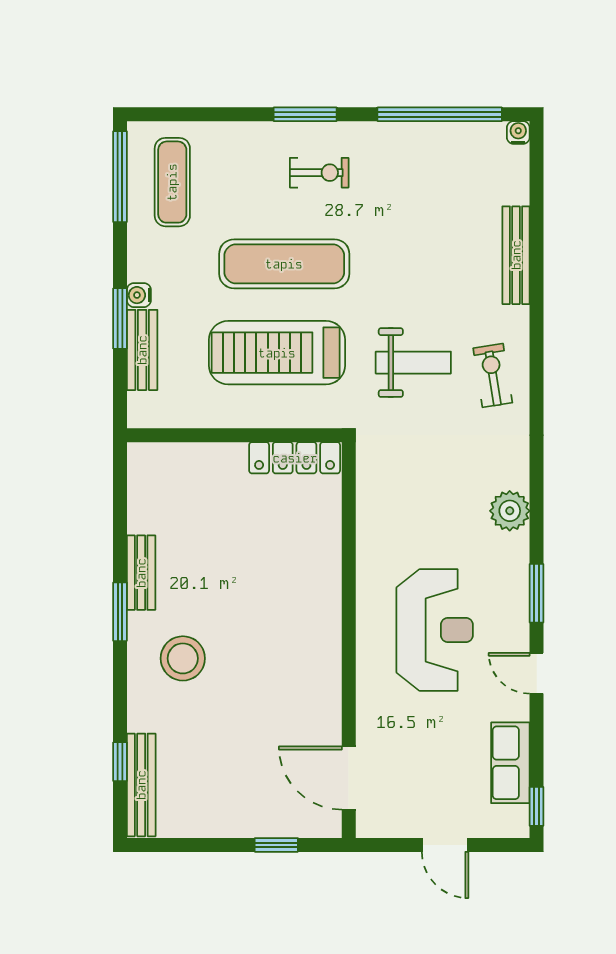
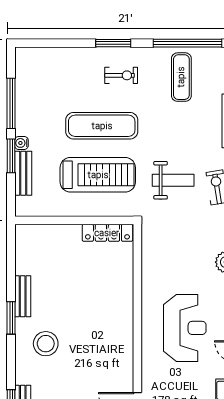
window: (120, 177) -> (11, 103), moved
exercise mat: (172, 182) -> (181, 77), moved
treadmill: (277, 353) -> (98, 175), turned 180

